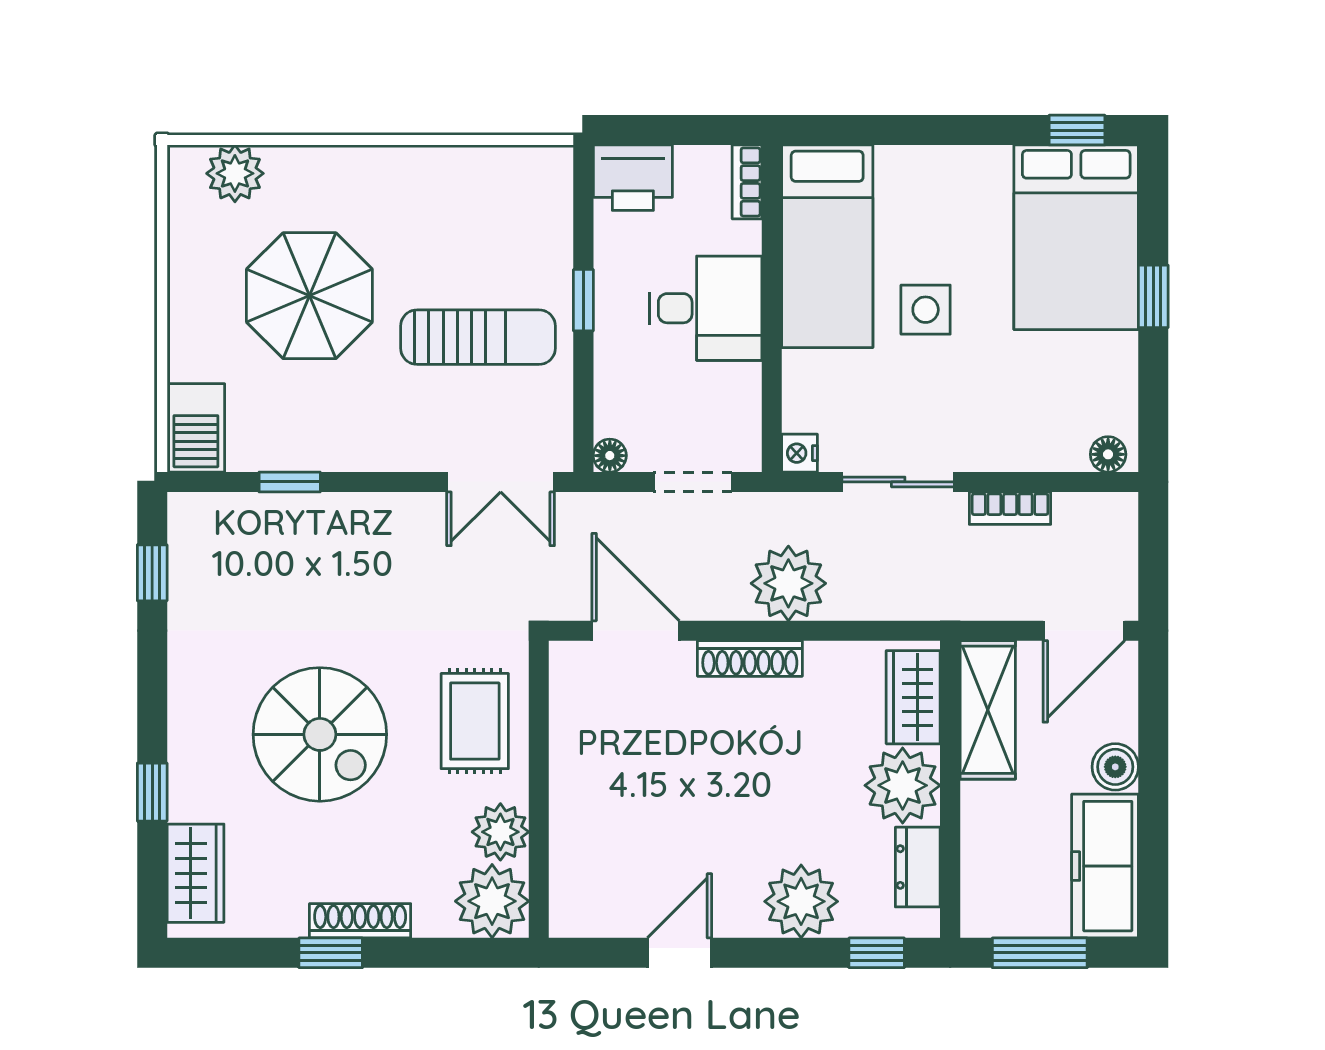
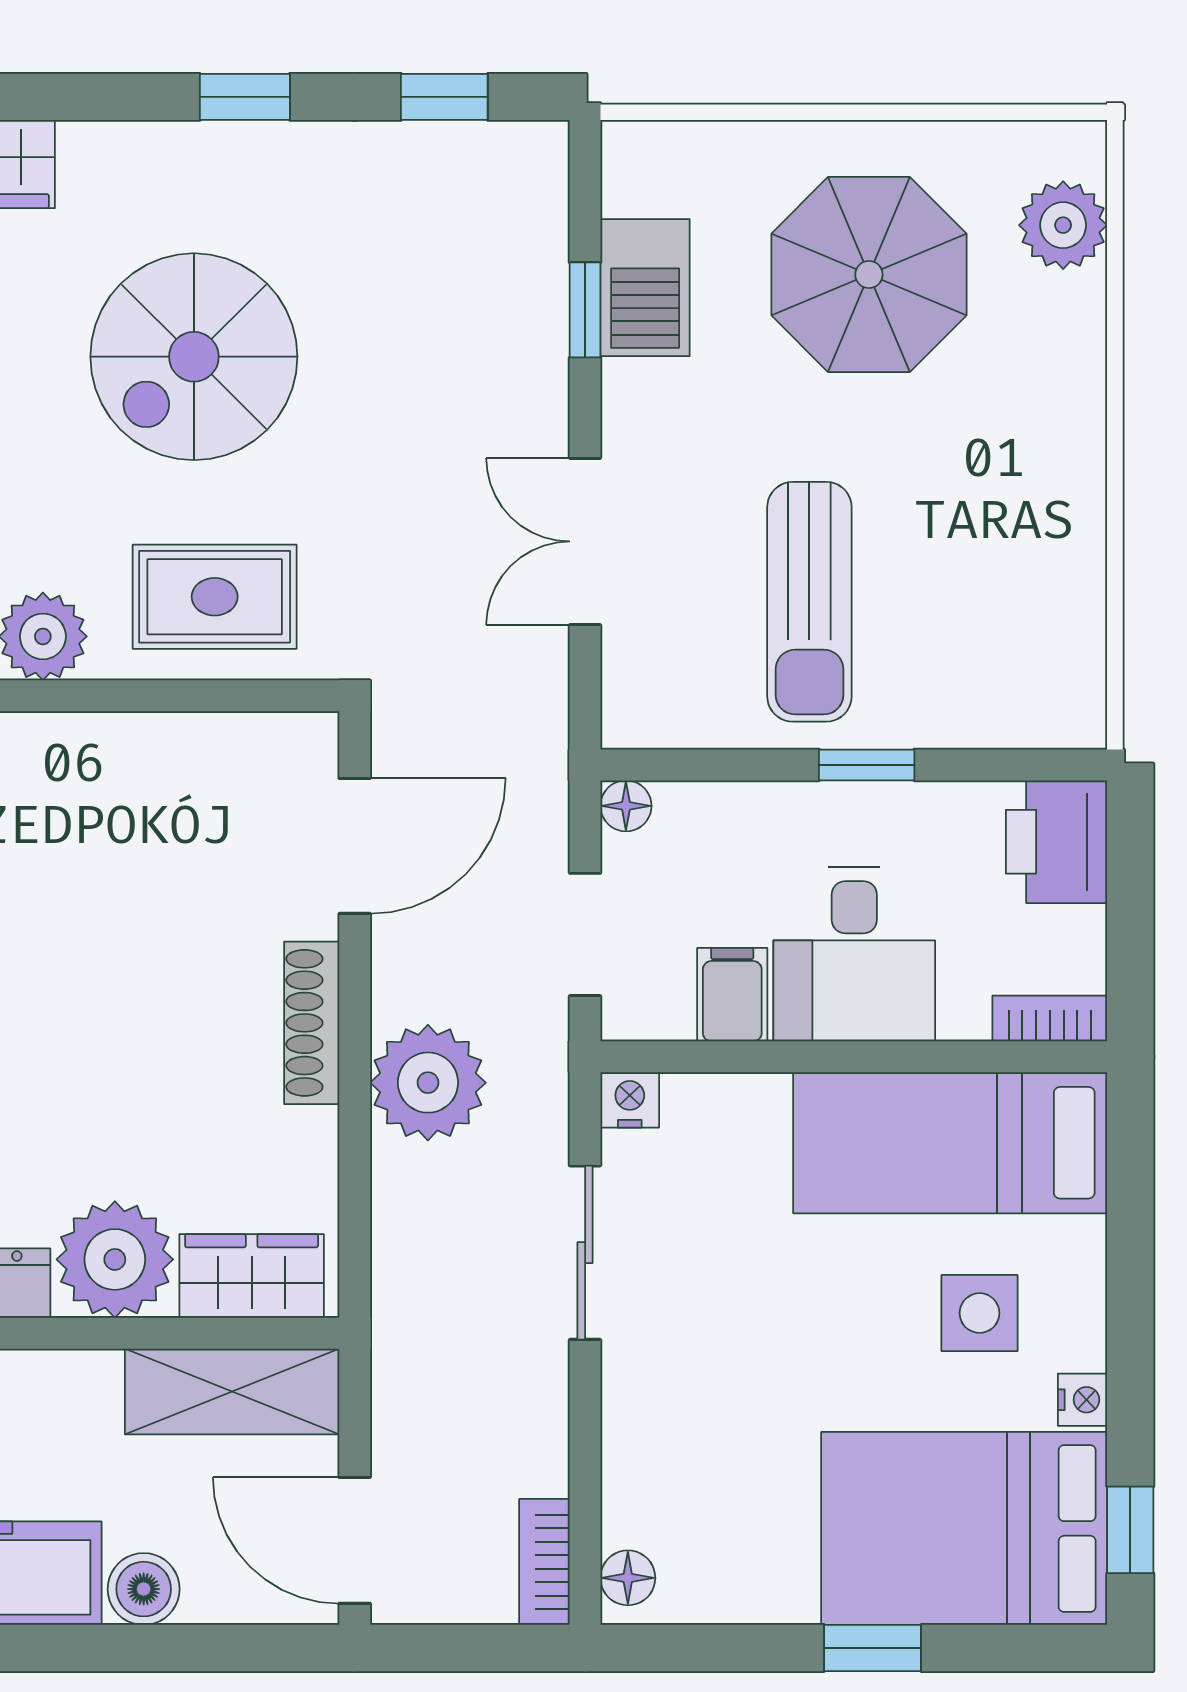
nightstand: (993, 161) -> (1083, 1400), added
parasol: (309, 296) -> (869, 274), moved
side table: (926, 310) -> (980, 1313), moved
filing cabinet: (732, 387) -> (732, 995), added
barbecue: (196, 428) -> (645, 288), moved, turned -90
double door: (501, 482) -> (585, 541), moved
bookcase: (1010, 508) -> (544, 1562), moved
window: (152, 792) -> (245, 97), moved

